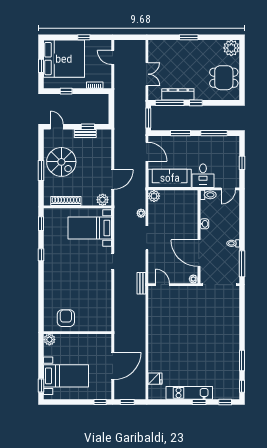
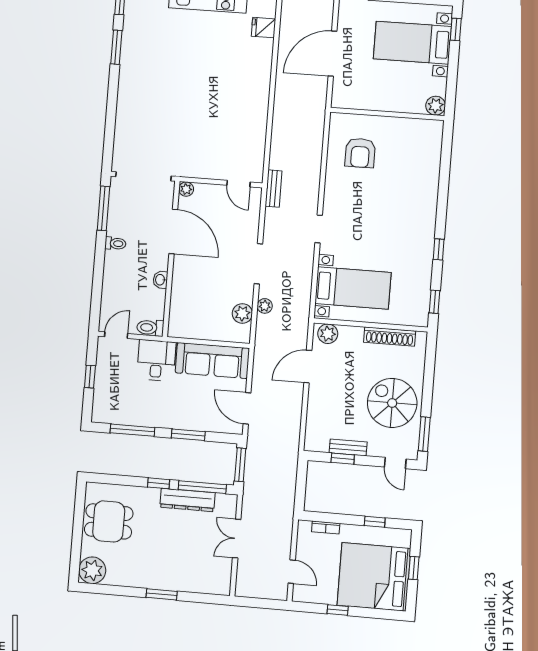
window: (41, 170) -> (424, 434), moved
plant: (154, 196) -> (242, 313), moved
armchair: (66, 318) -> (360, 153), moved

